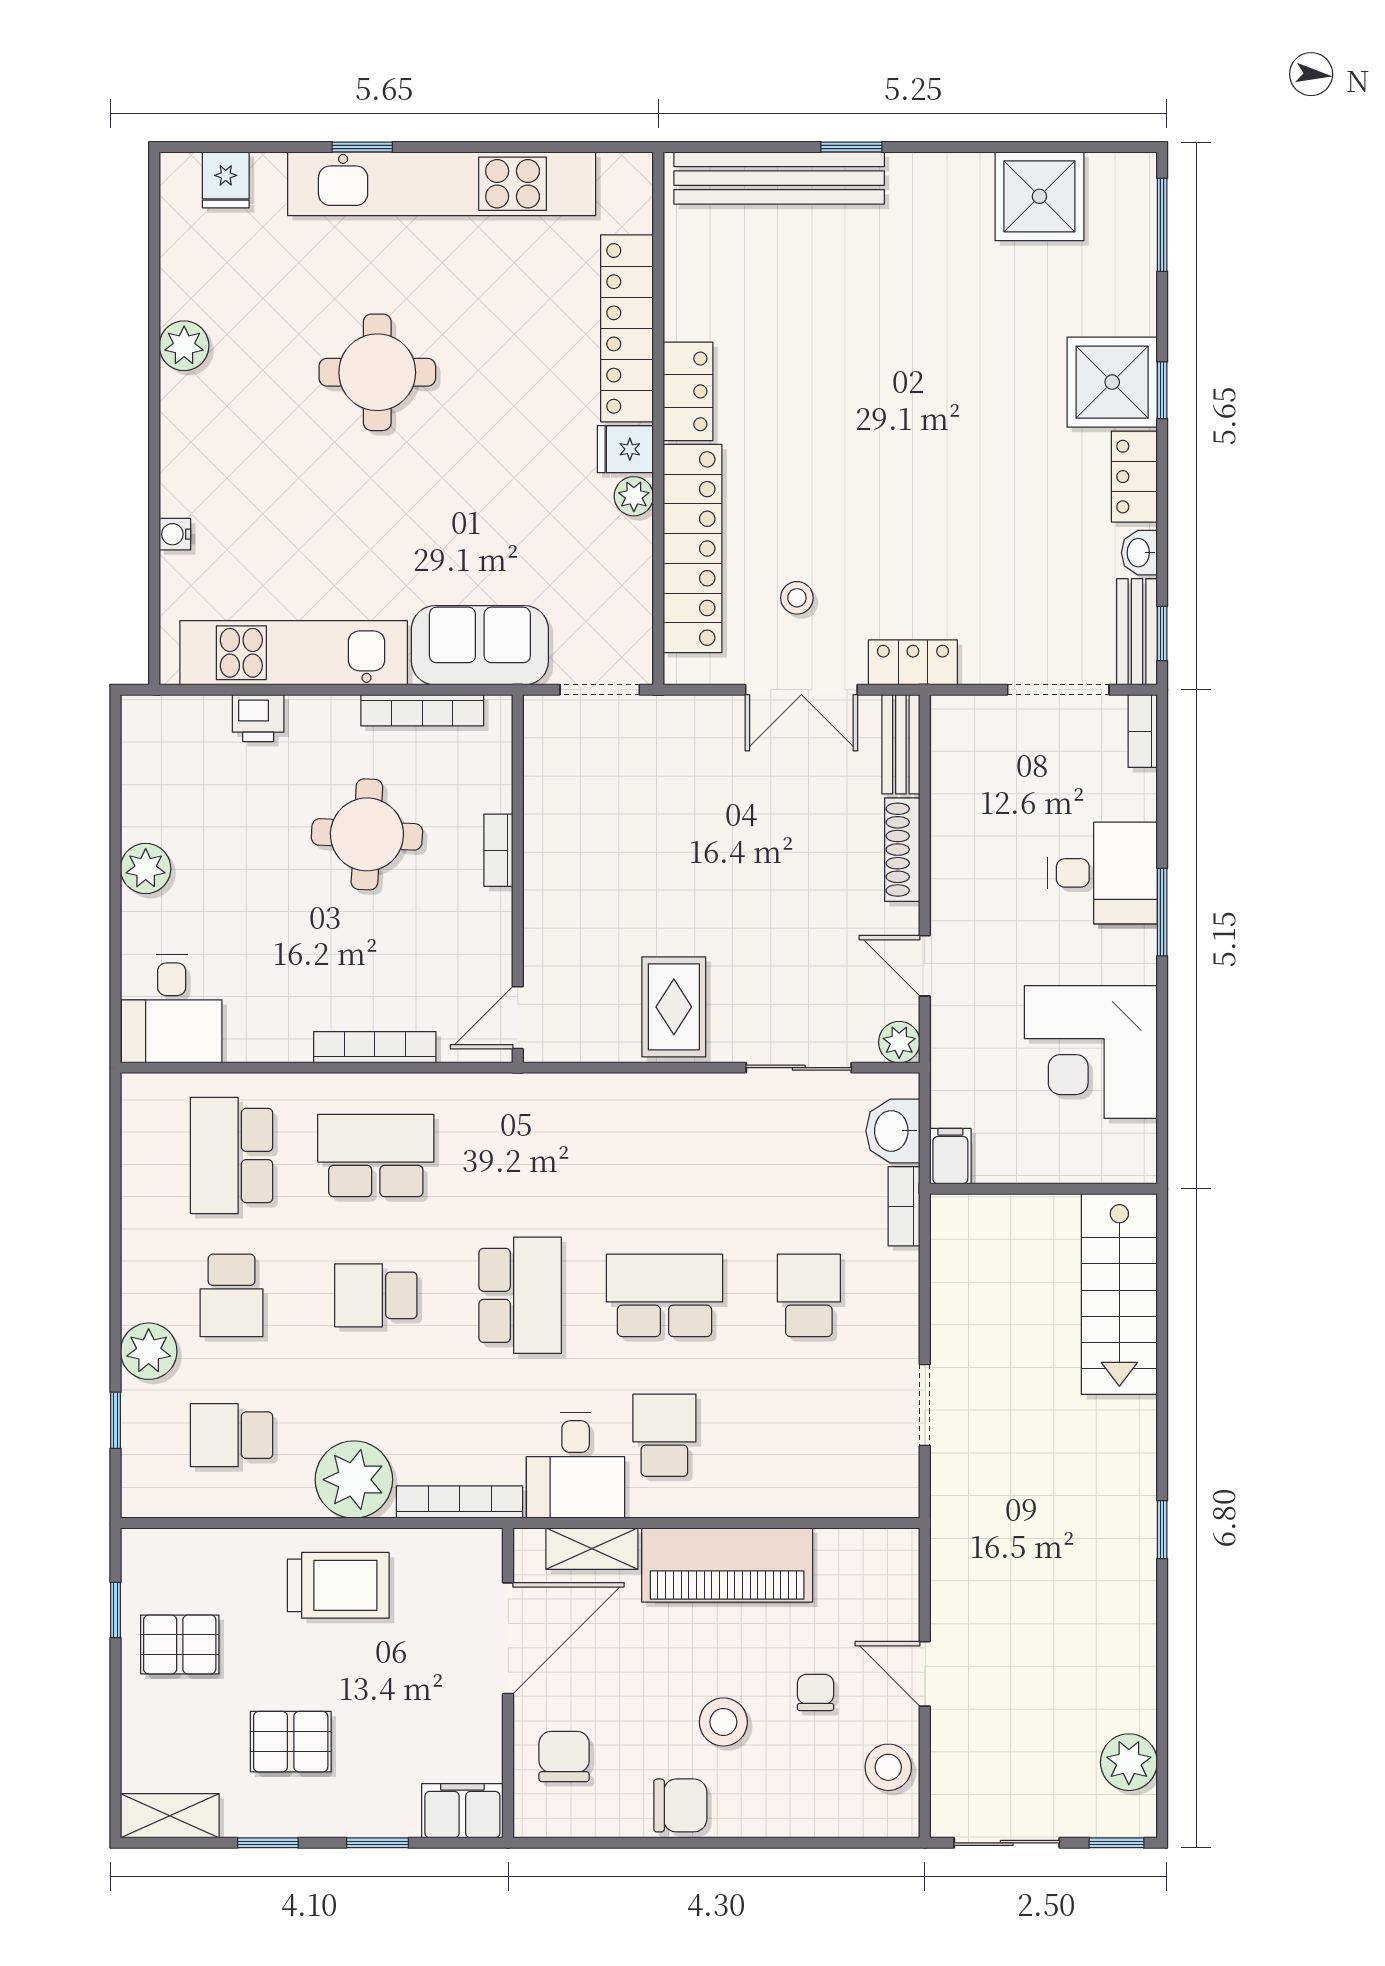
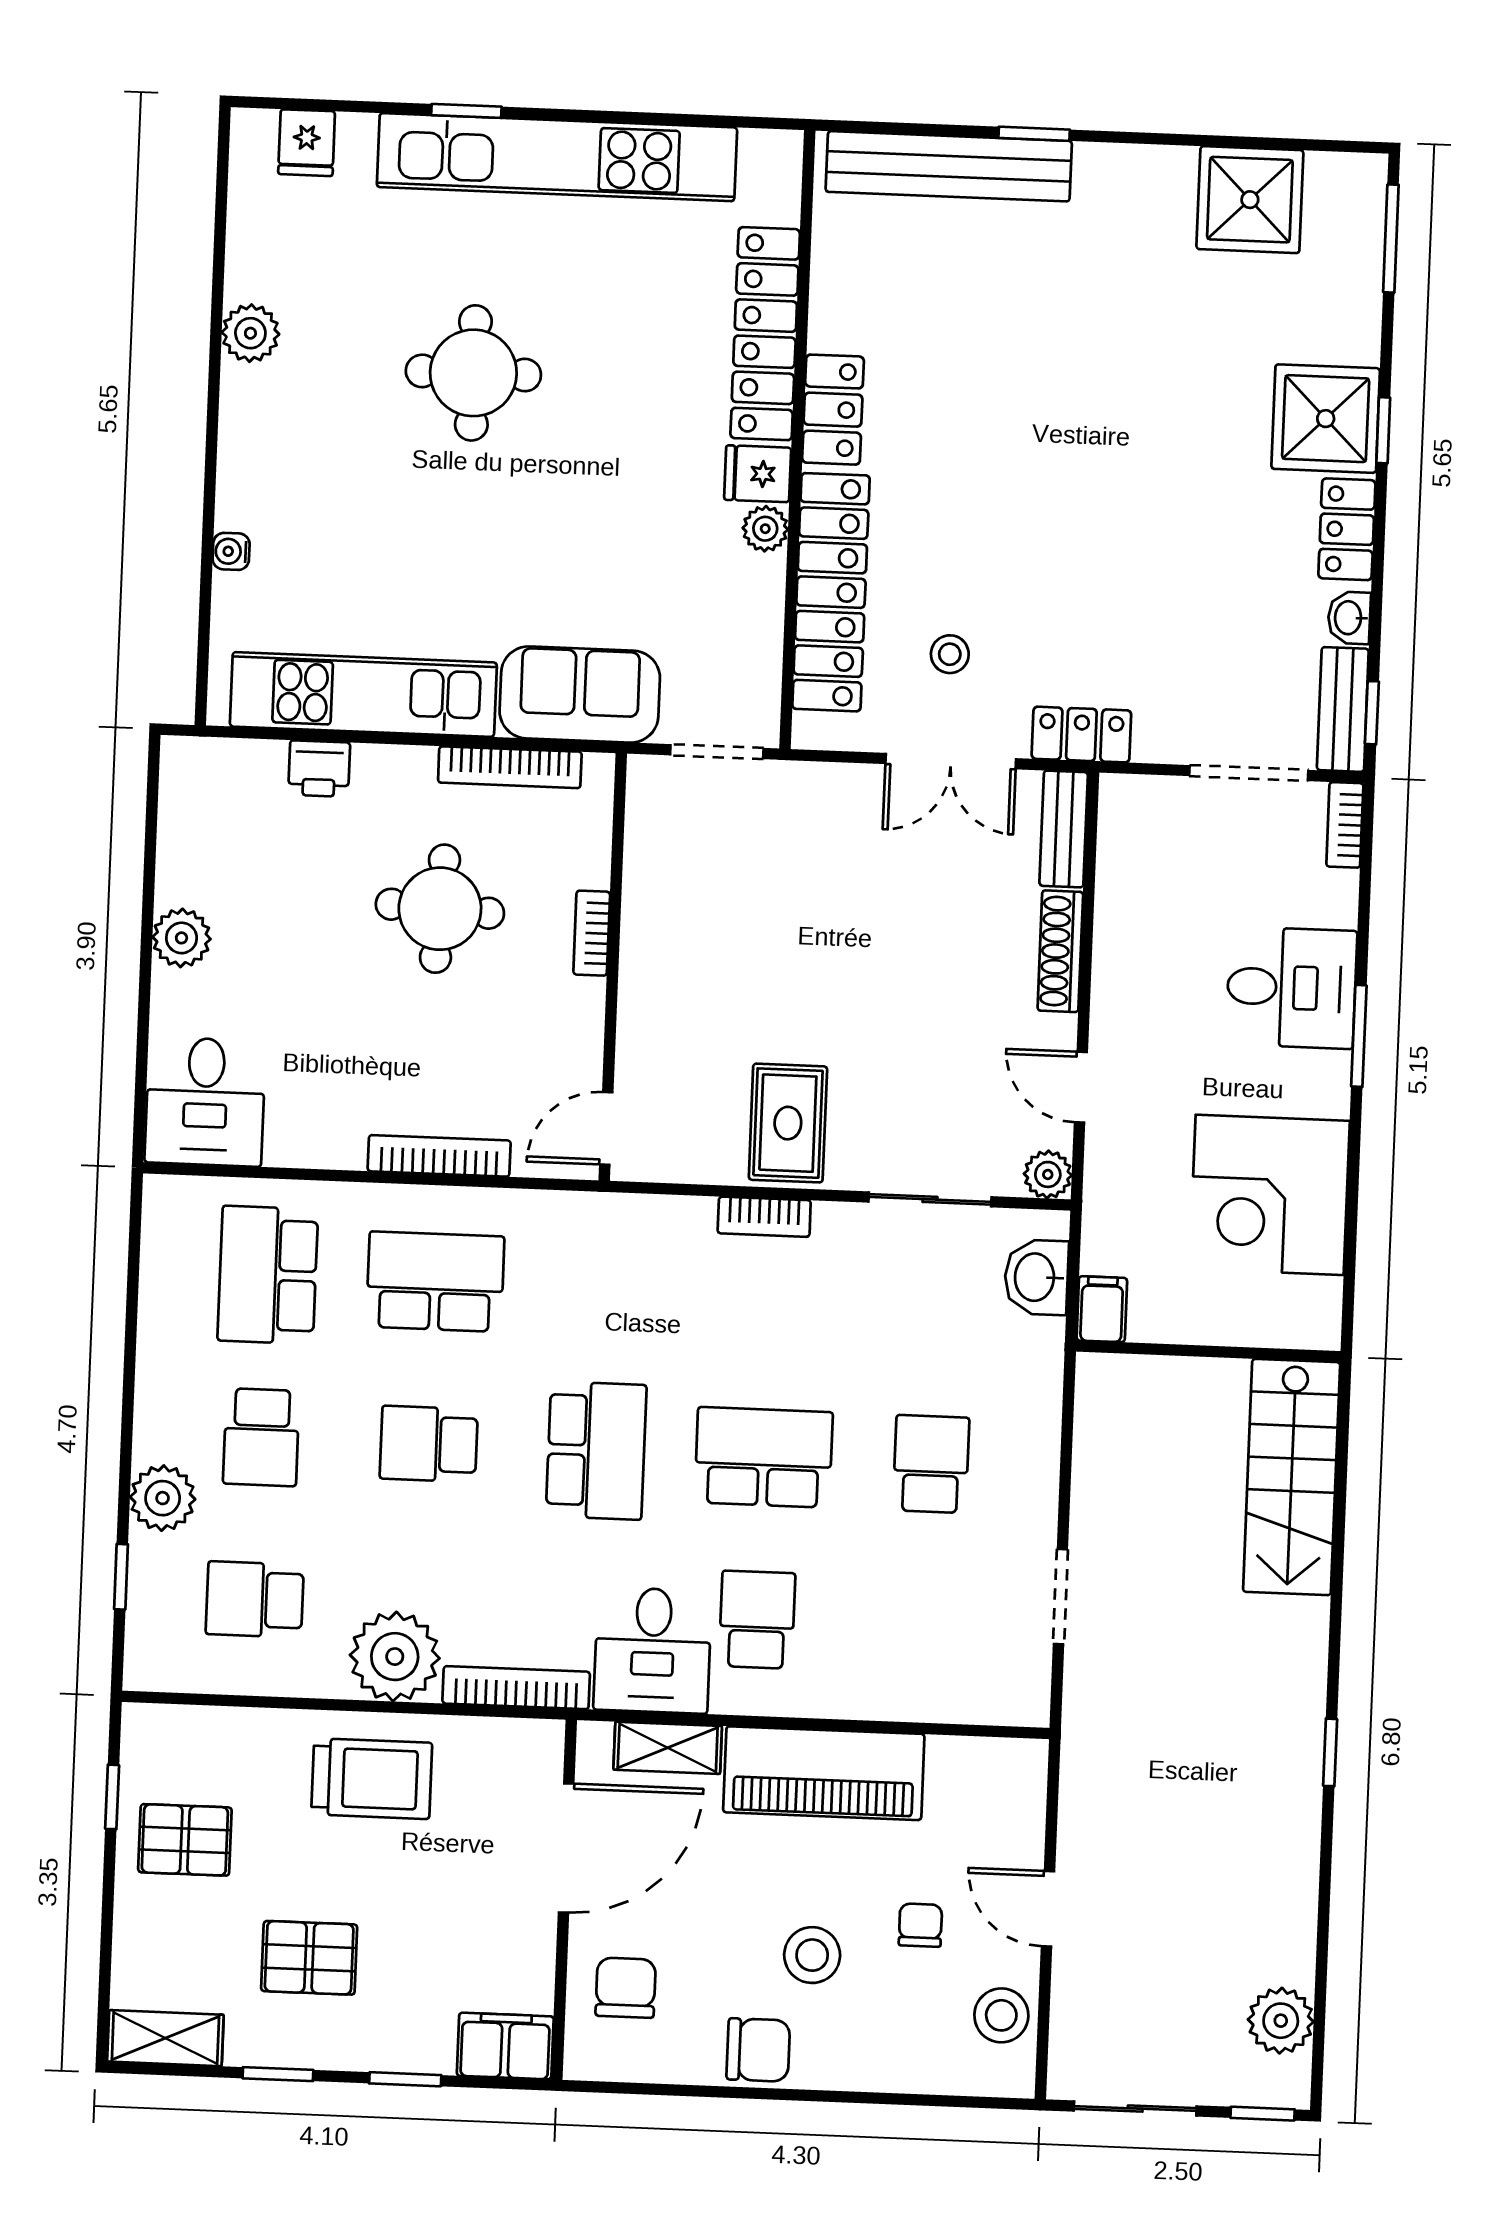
bookcase: (904, 1206) -> (764, 1217), moved, turned -90

